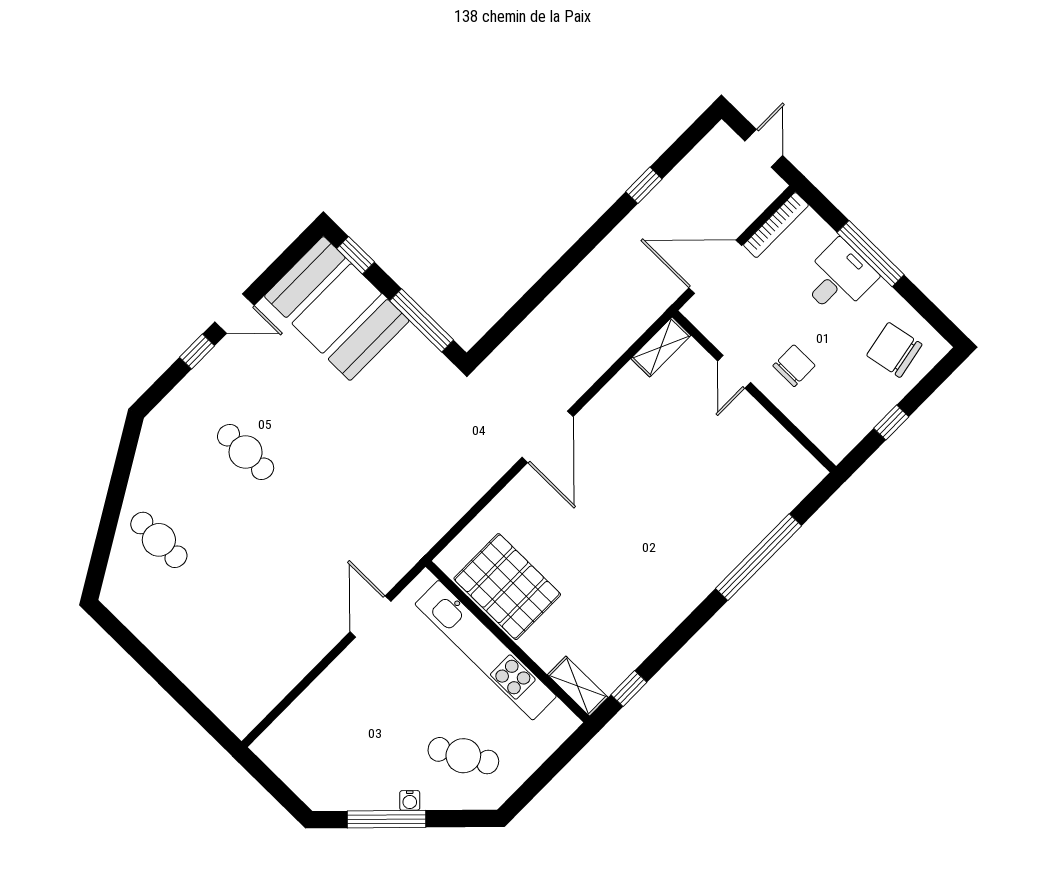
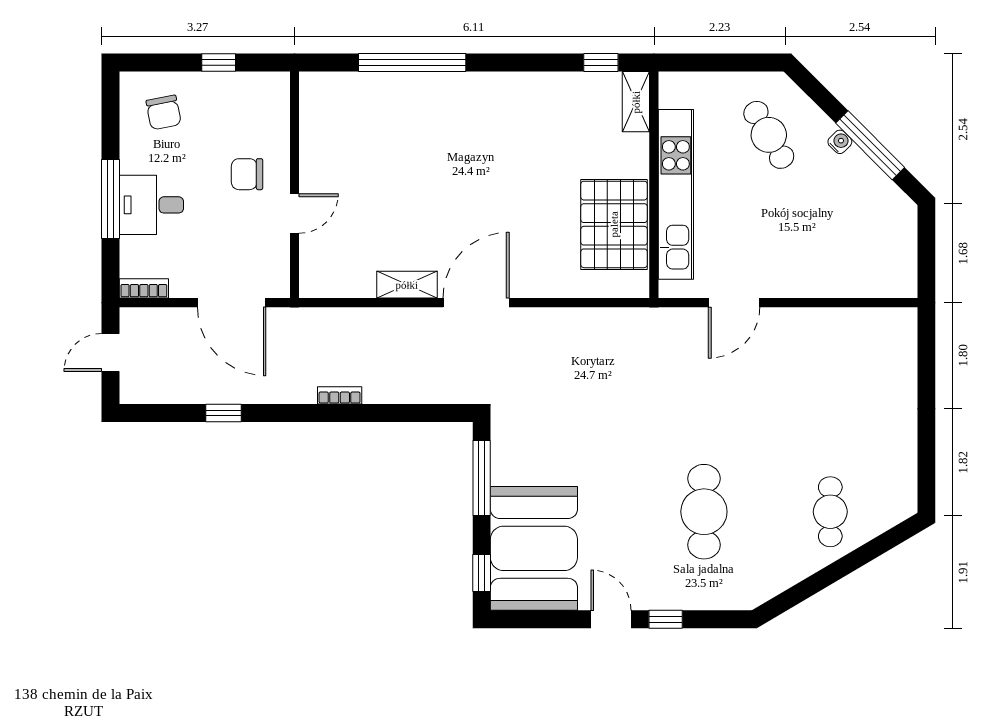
bookcase: (776, 225) -> (144, 288), width x0.64
bookcase: (577, 278) -> (340, 395), added
shelving: (661, 347) -> (407, 285), moved
chair: (894, 350) -> (164, 112), width x0.73, depth x0.73
cafe table: (246, 452) -> (704, 512), width x1.37, depth x1.35

